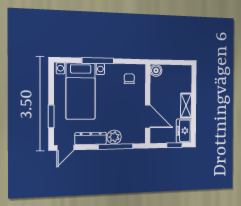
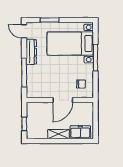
boiler: (156, 70) -> (88, 107), removed
door: (148, 116) -> (63, 100), moved
freezer: (184, 131) -> (80, 132), moved
plant: (114, 137) -> (32, 71), removed

